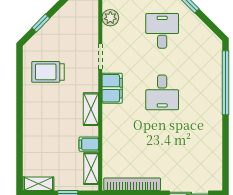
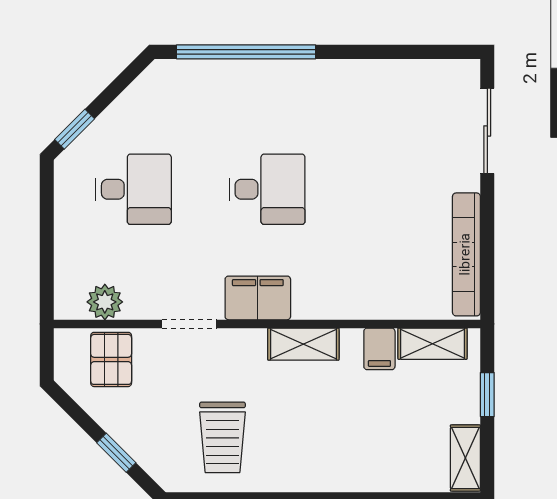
pallet: (84, 21) -> (111, 359), added
desk: (162, 31) -> (133, 189), turned 180

